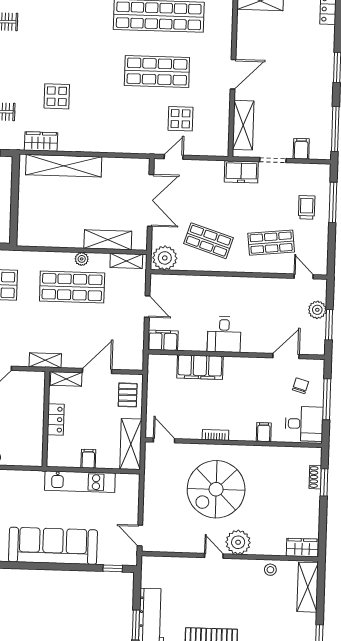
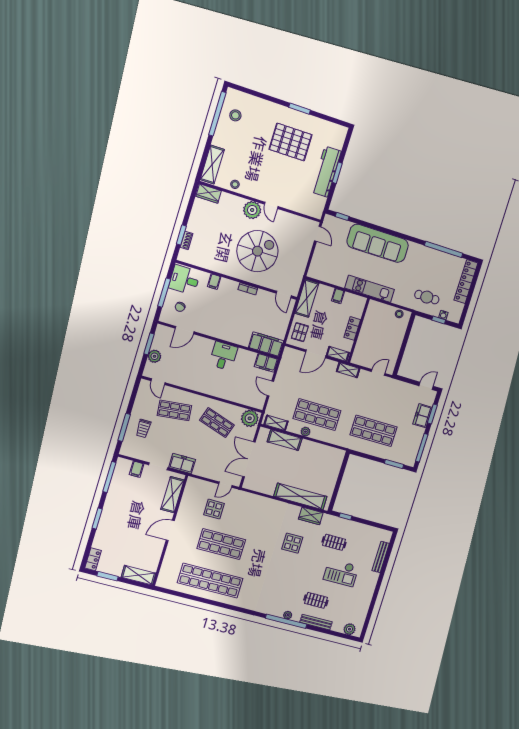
filing cabinet: (200, 367) -> (266, 344), moved
kitchen unit: (80, 482) -> (370, 289), moved

